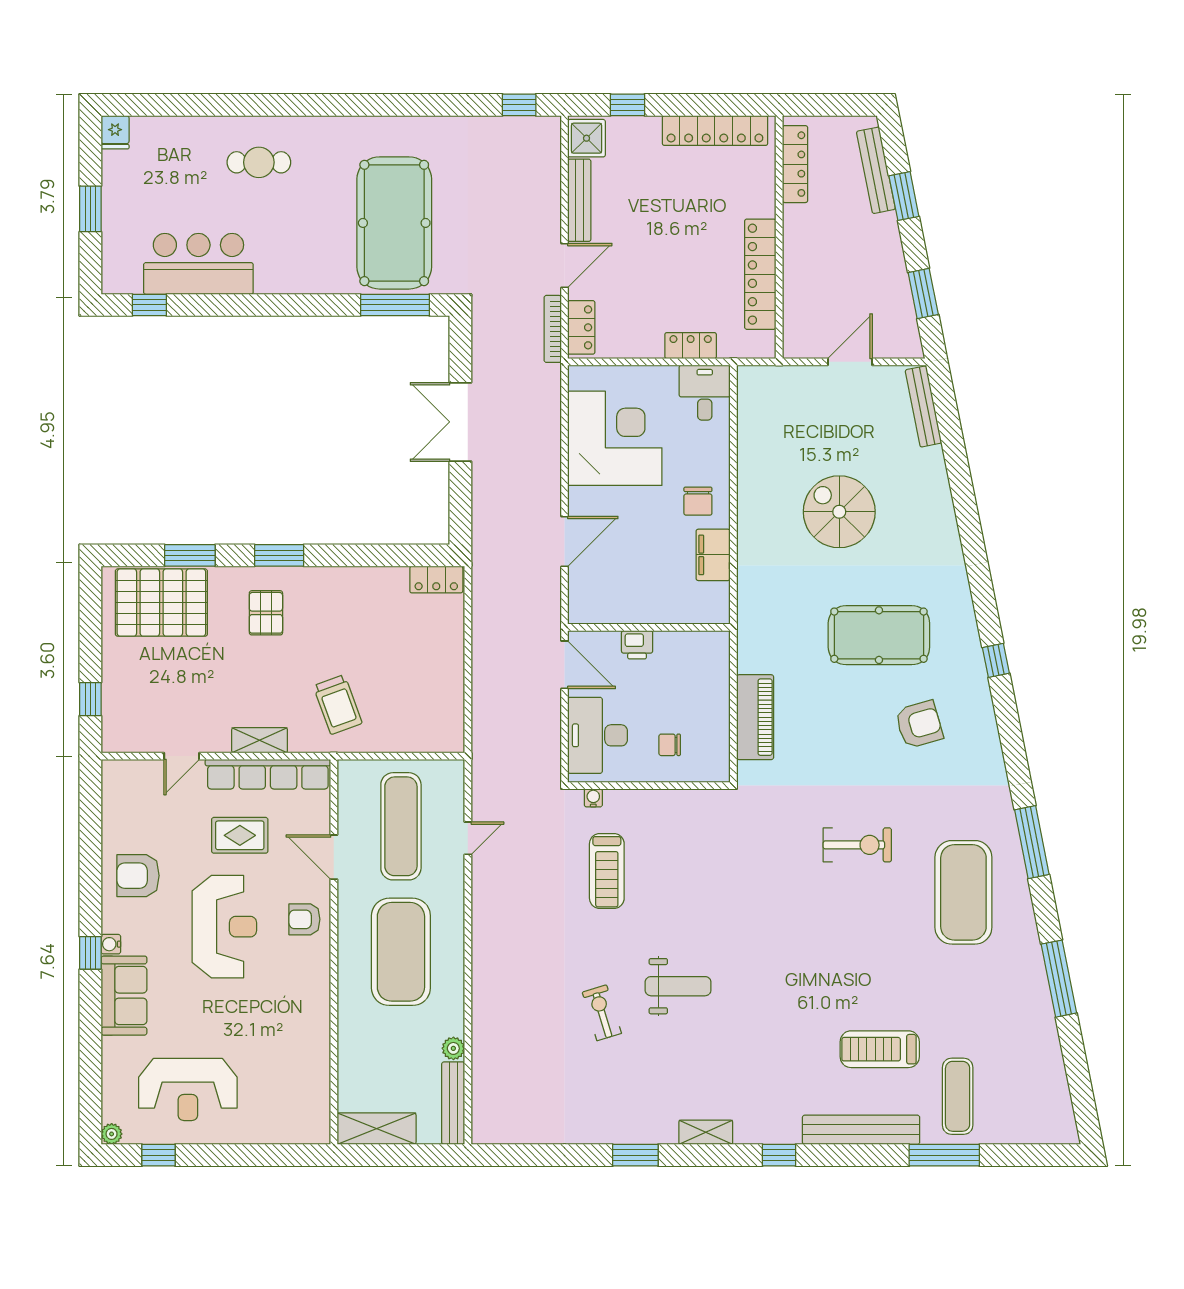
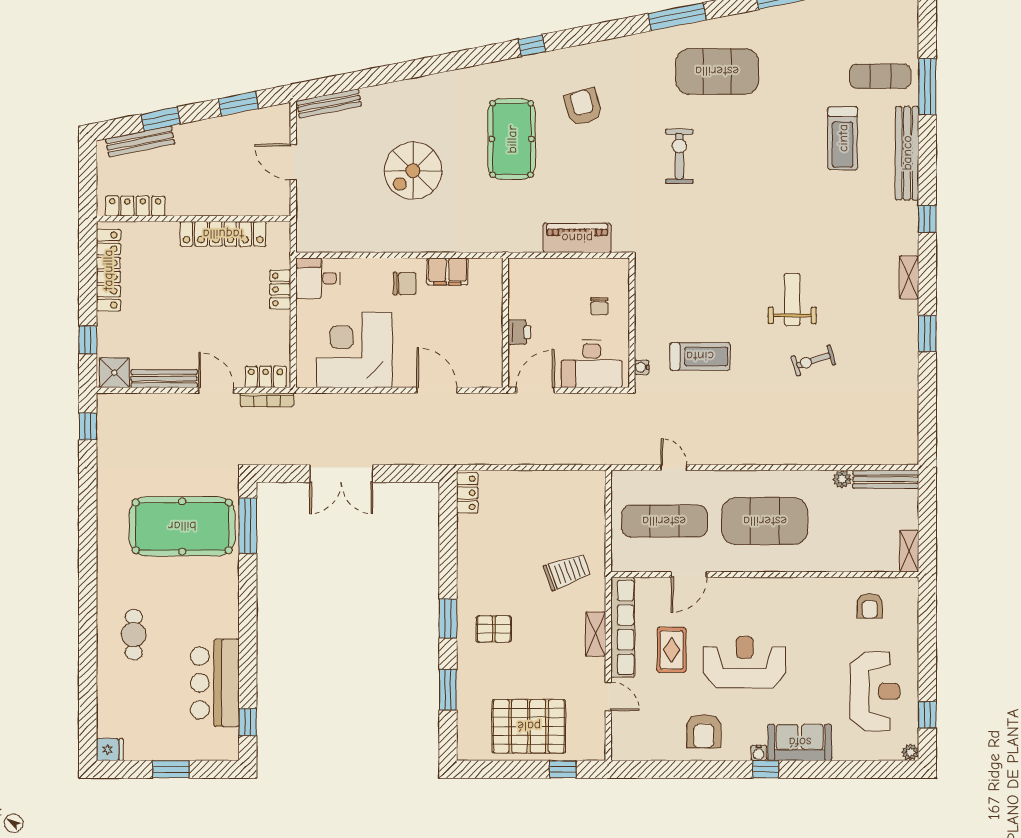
pallet: (161, 603) -> (529, 726), moved, turned 90
armchair: (304, 919) -> (870, 606), moved
shelving: (377, 1129) -> (909, 551), width x0.67, depth x0.75

